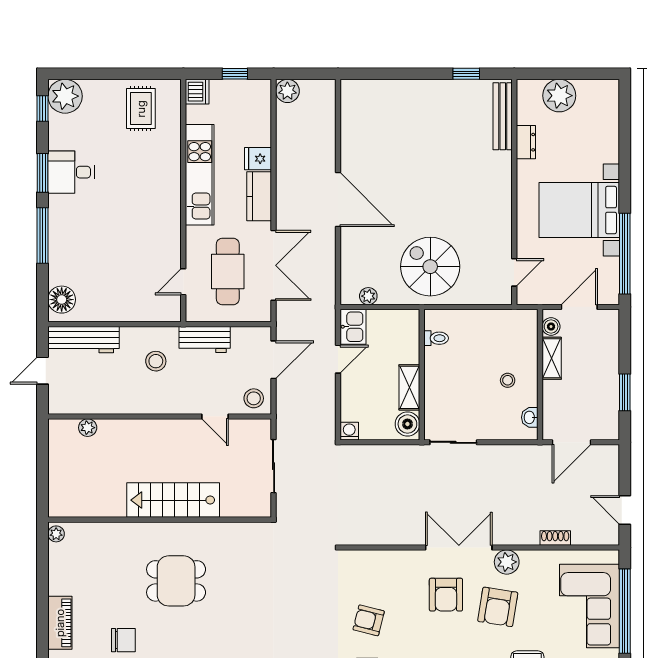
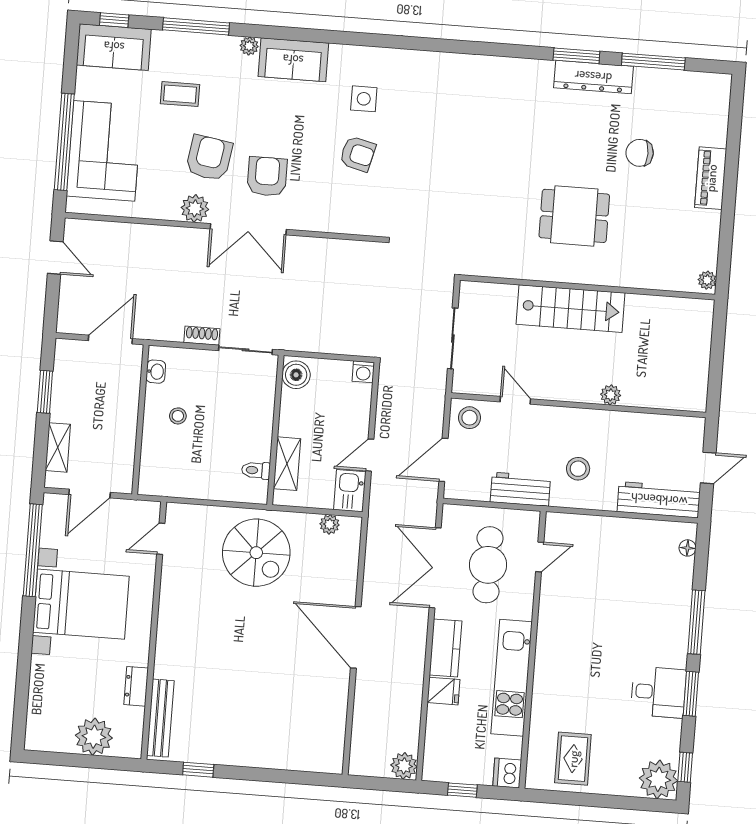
floor lamp: (62, 300) -> (688, 548), width x0.53, depth x0.53
boiler: (551, 327) -> (124, 474), removed
shelving: (552, 358) -> (58, 447), moved
shelving: (409, 387) -> (287, 464), moved
plant: (88, 428) -> (611, 395), moved
shoe rack: (555, 538) -> (202, 336), moved, turned 180

